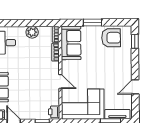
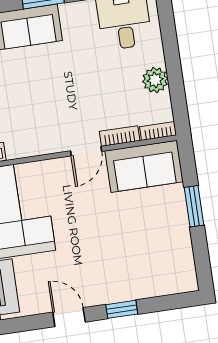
armchair: (111, 38) -> (167, 251), removed
window: (135, 41) -> (122, 309), moved
door: (60, 81) -> (86, 151), moved

